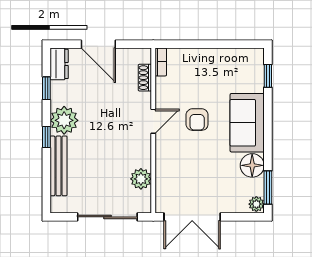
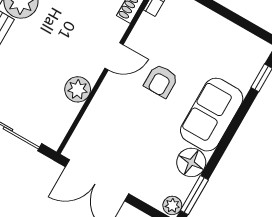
plant: (141, 179) -> (78, 89), moved

